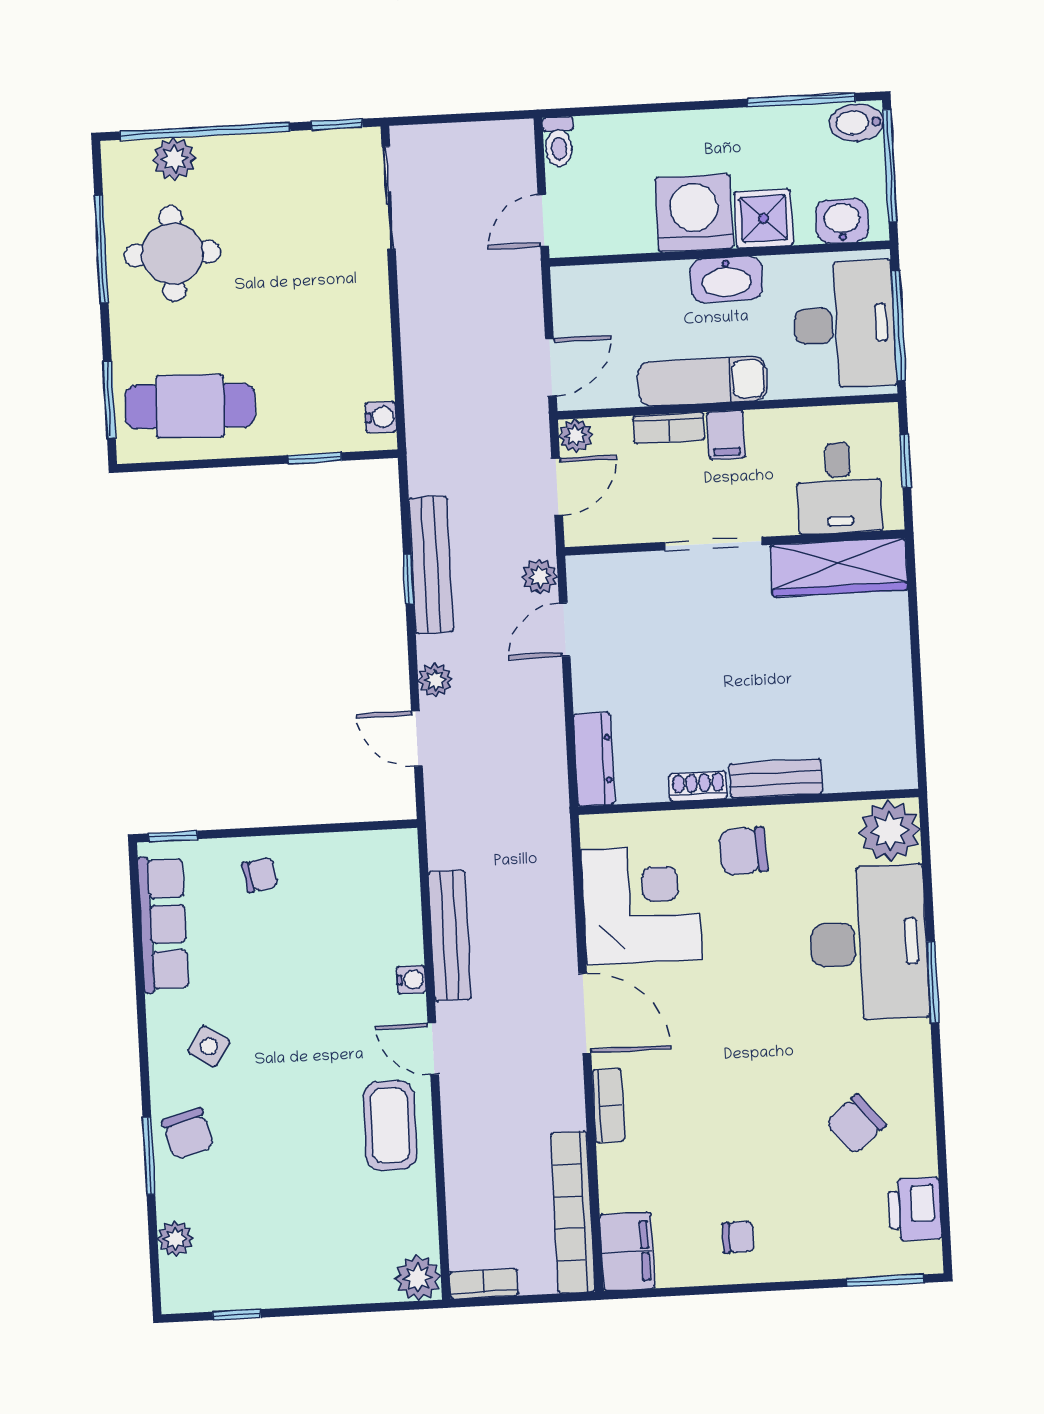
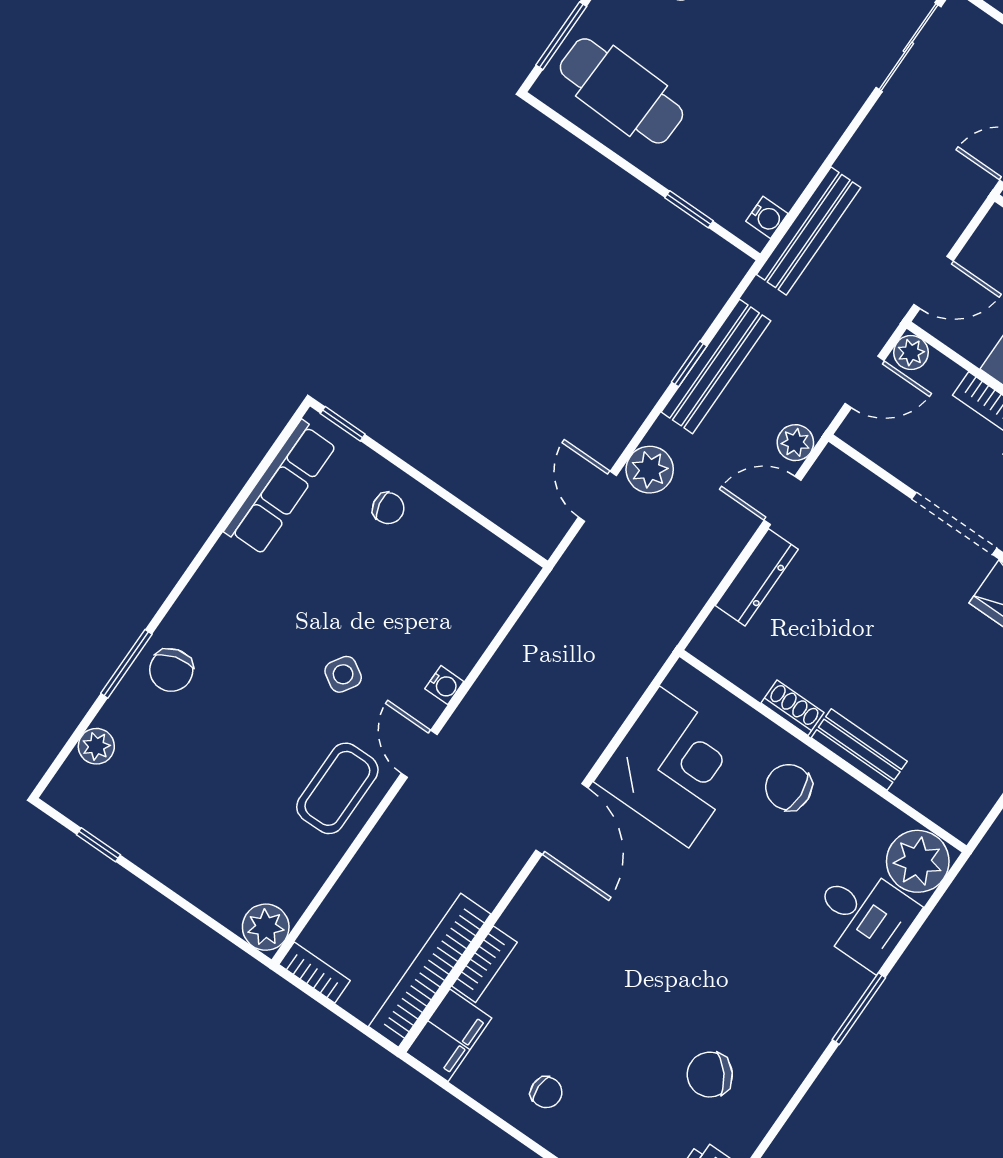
plant: (435, 680) -> (650, 470), width x1.38, depth x1.38
dresser: (594, 759) -> (757, 577), moved
bench: (450, 935) -> (809, 231), moved
desk: (869, 943) -> (864, 916), width x0.53, depth x0.77
side table: (209, 1046) -> (343, 674), moved
bookcase: (608, 1105) -> (484, 964), moved

